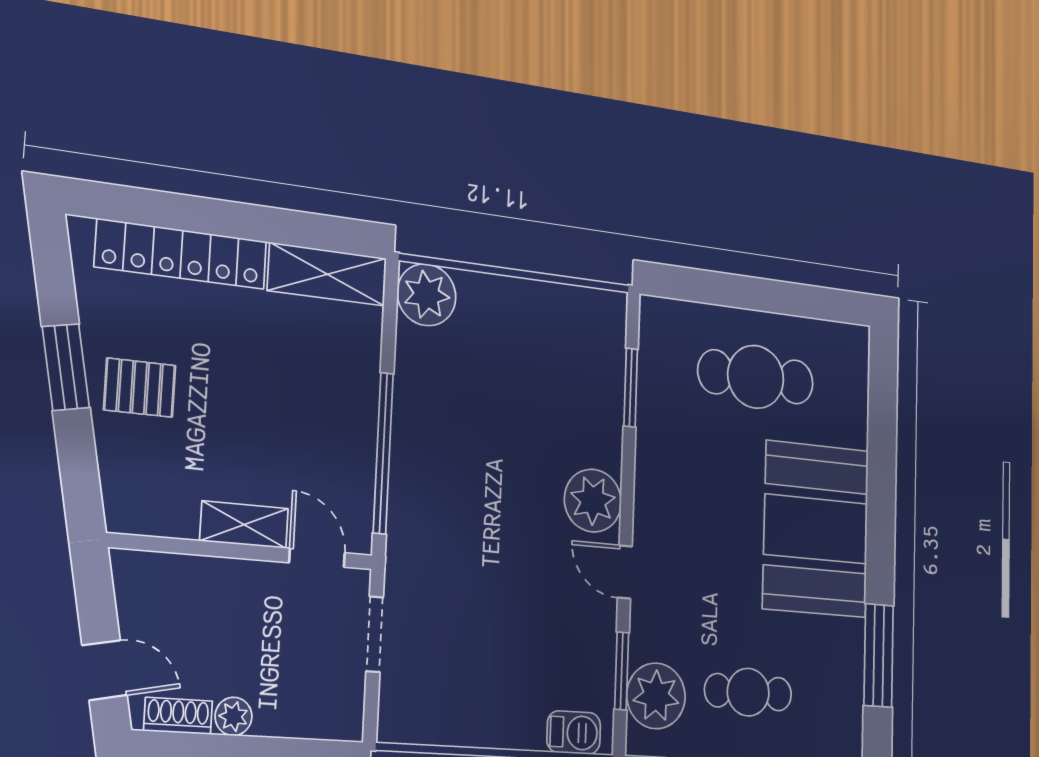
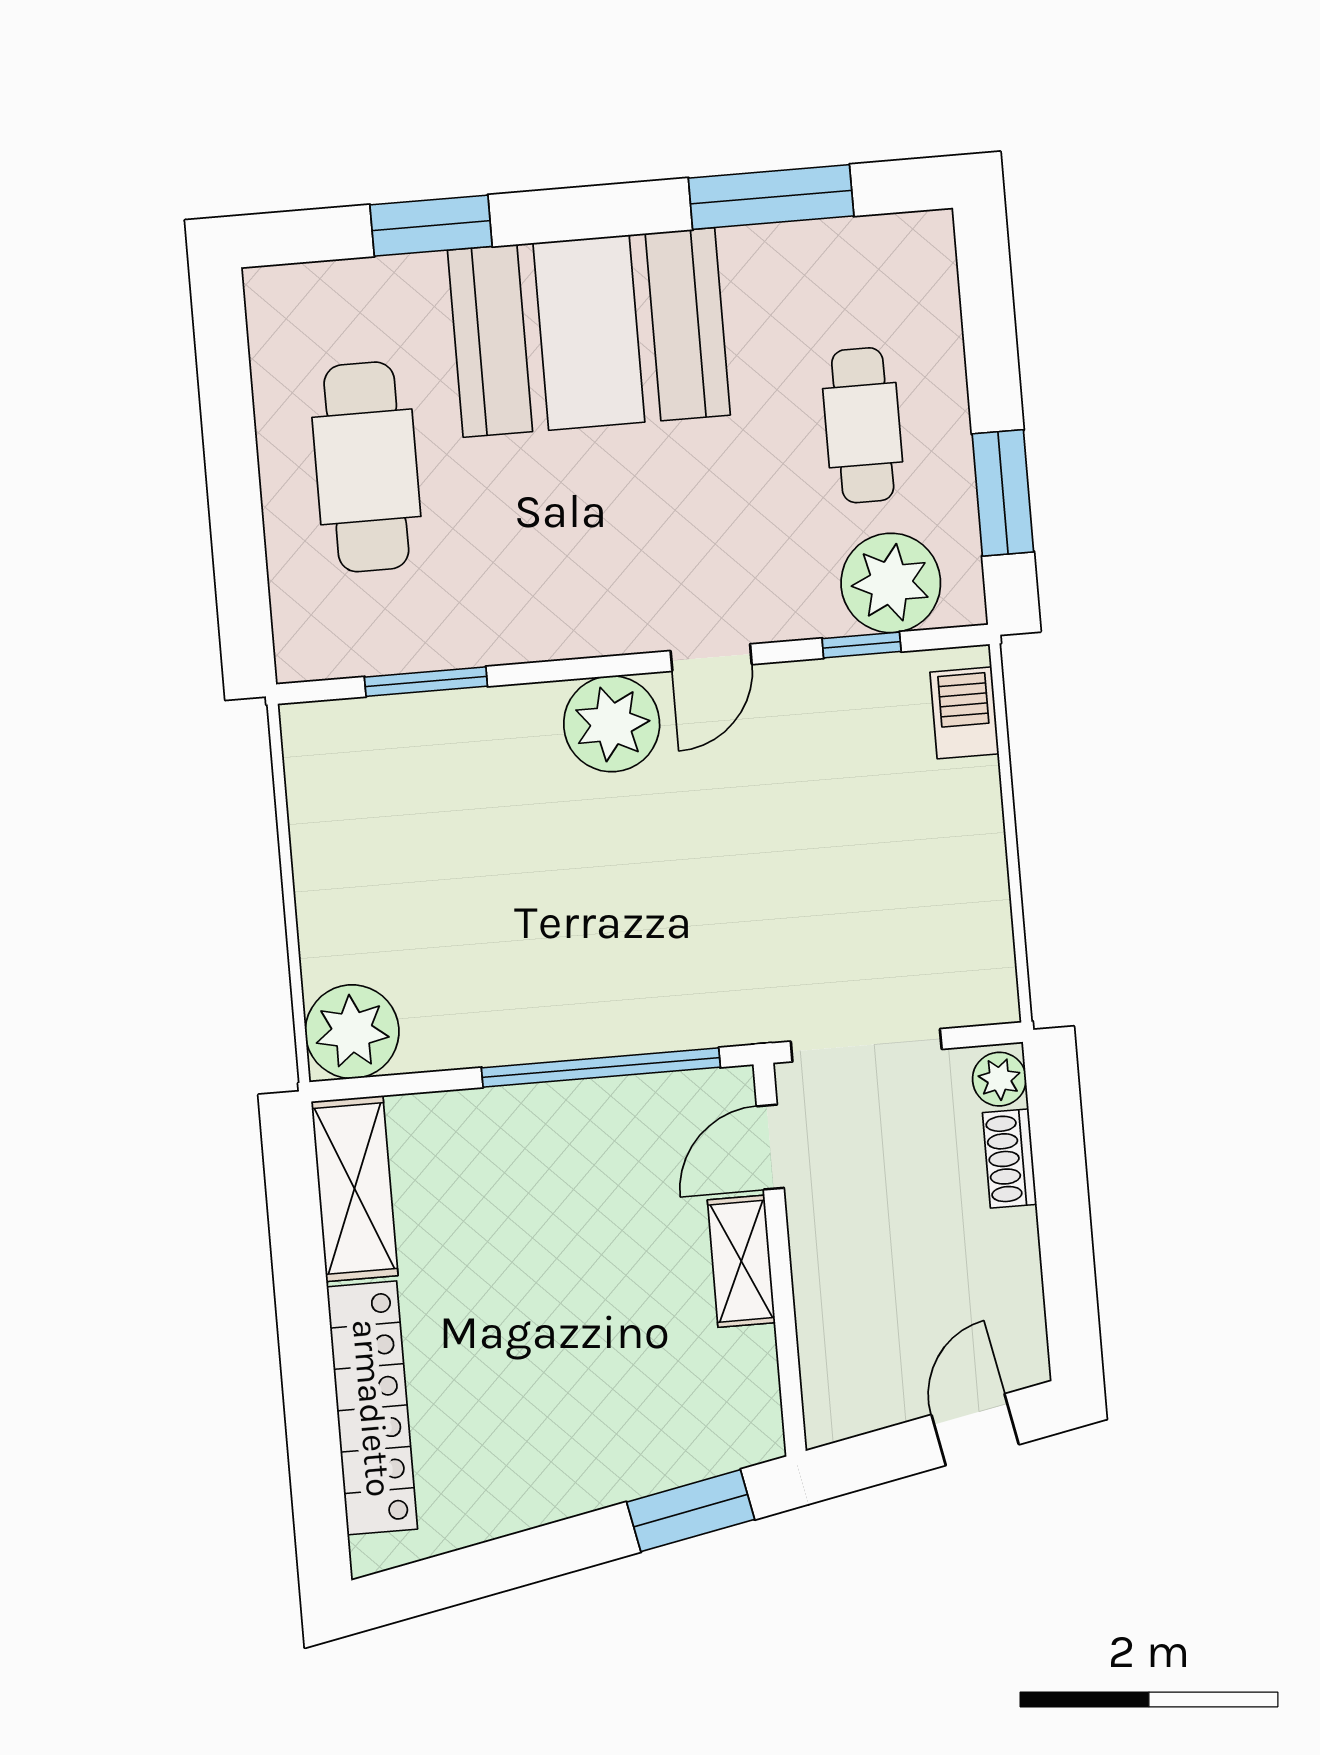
window: (66, 367) -> (691, 1511), moved
pallet: (140, 388) -> (575, 1439), removed
window: (882, 444) -> (431, 226), added
doorway: (375, 634) -> (866, 1045), width x1.38
window: (622, 671) -> (862, 645), width x0.67
shoe rack: (178, 716) -> (1010, 1158), moved
plant: (233, 716) -> (999, 1079), moved

